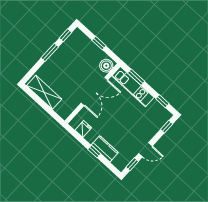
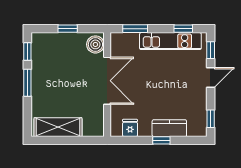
kitchen unit: (133, 87) -> (170, 41), moved
door: (146, 150) -> (211, 77), moved

